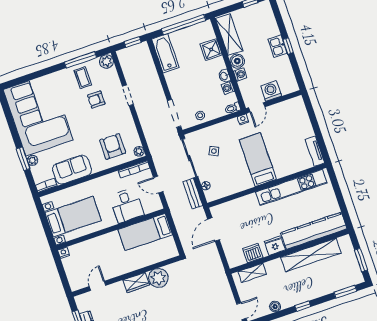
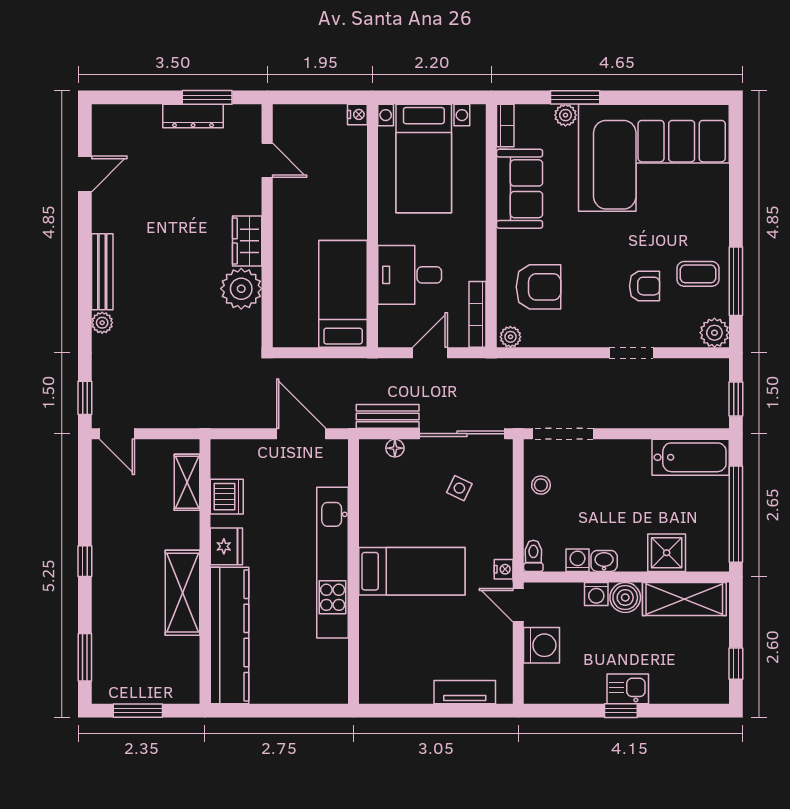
armchair: (96, 100) -> (644, 286), turned 90
tv unit: (315, 151) -> (465, 692), moved
kitchen unit: (291, 187) -> (333, 563), moved
shelving: (311, 255) -> (183, 593), width x0.68
boiler: (275, 307) -> (103, 505), removed

